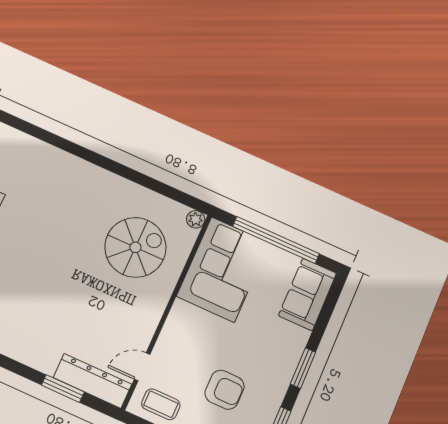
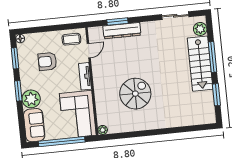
spiral stairs: (135, 247) -> (135, 94), moved, turned 180
tv unit: (174, 326) -> (85, 76), added
plant: (288, 342) -> (31, 99), added
dresser: (92, 381) -> (122, 31), moved

